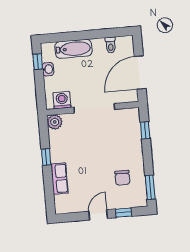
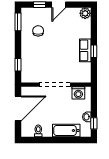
plant: (55, 122) -> (85, 13), moved
row of seats: (60, 179) -> (85, 50), moved

